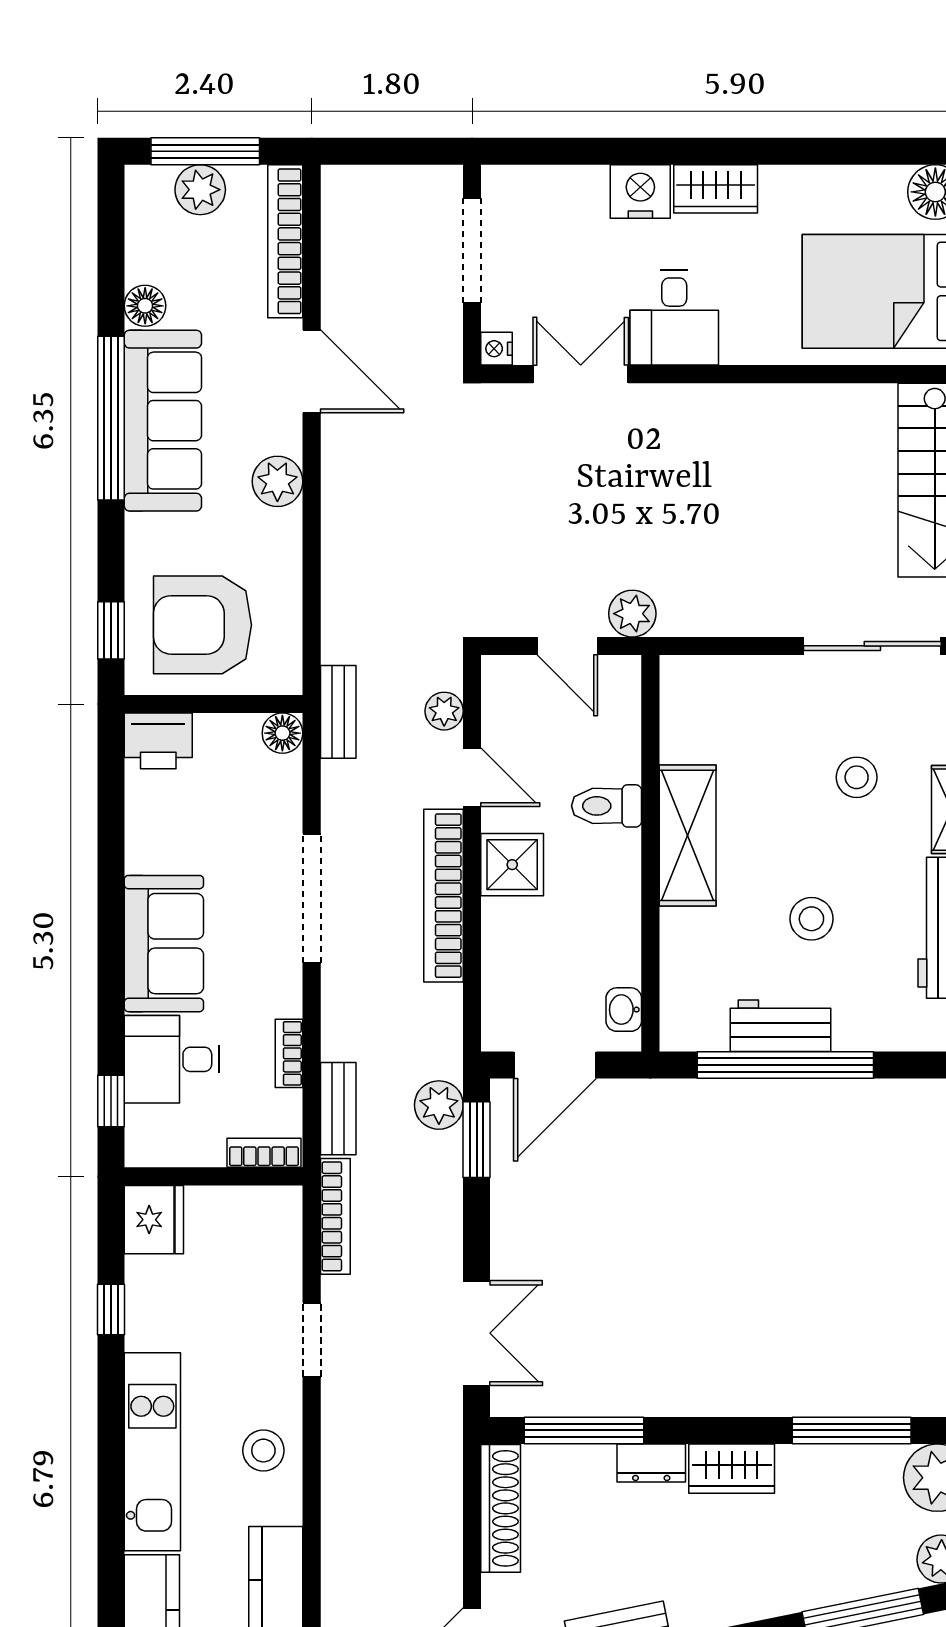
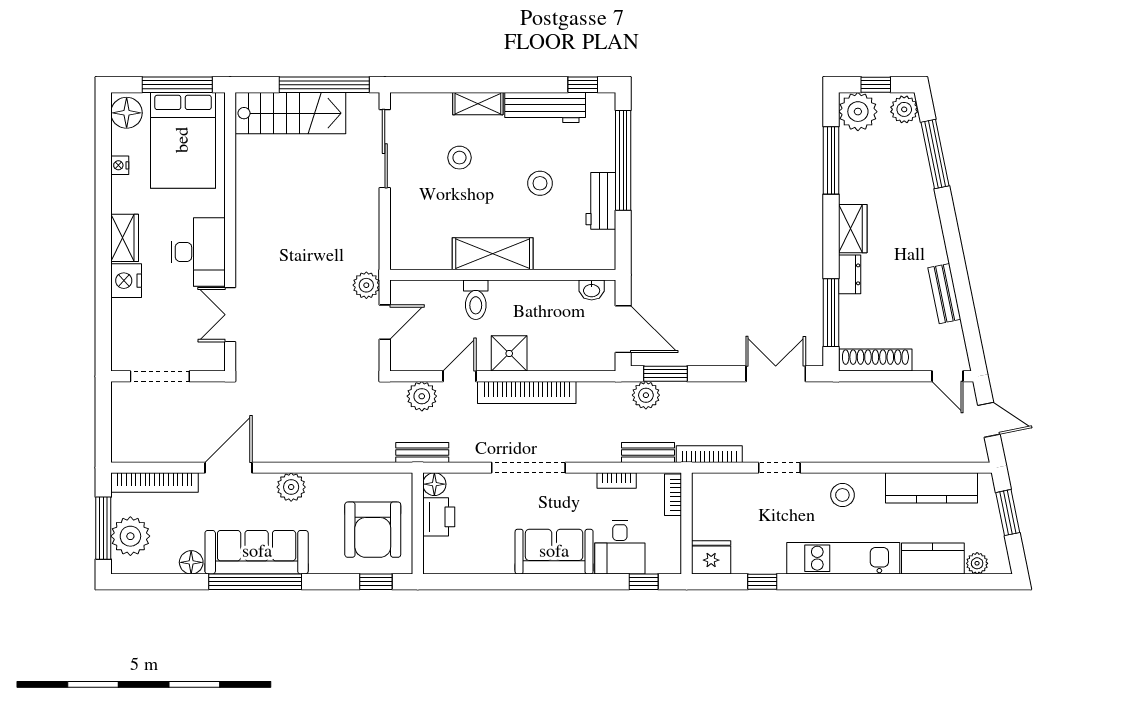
plant: (200, 190) -> (130, 536), width x1.36, depth x1.36
desk: (674, 318) -> (198, 252), width x1.37
nightstand: (497, 349) -> (120, 165), moved, turned 90
plant: (444, 711) -> (422, 396), width x1.38, depth x1.38
printer: (158, 741) -> (439, 517), moved
window: (785, 1065) -> (623, 160), moved

